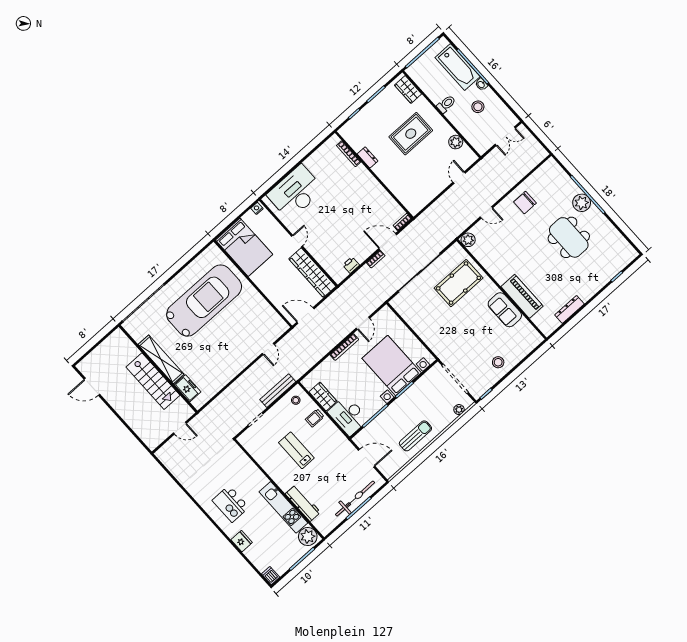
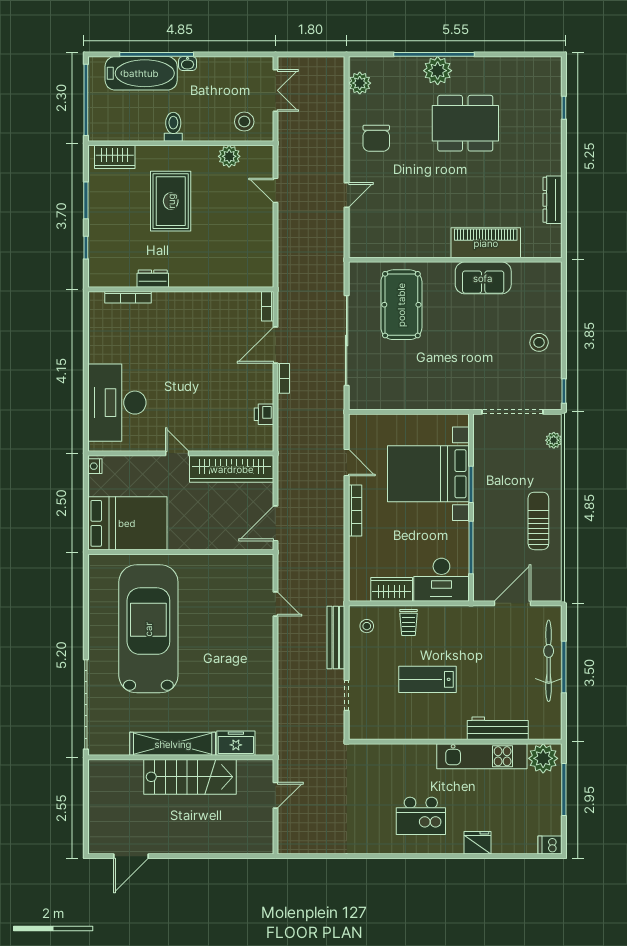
stool: (478, 107) -> (244, 122), moved
plant: (468, 240) -> (360, 83), moved

